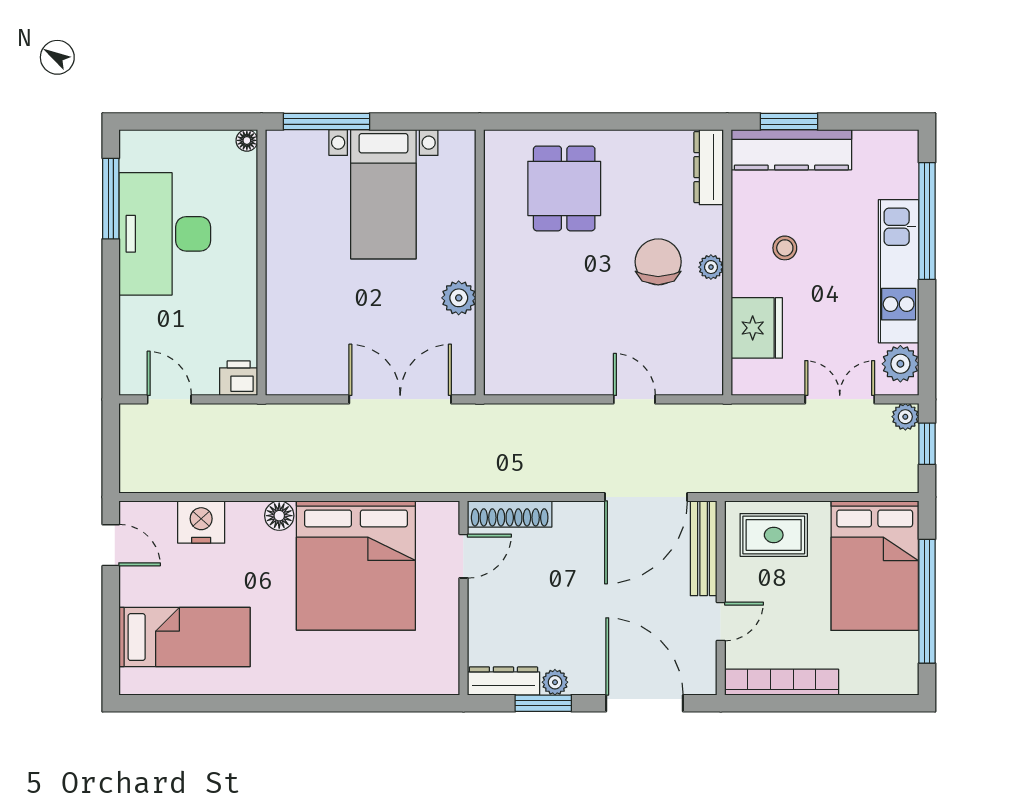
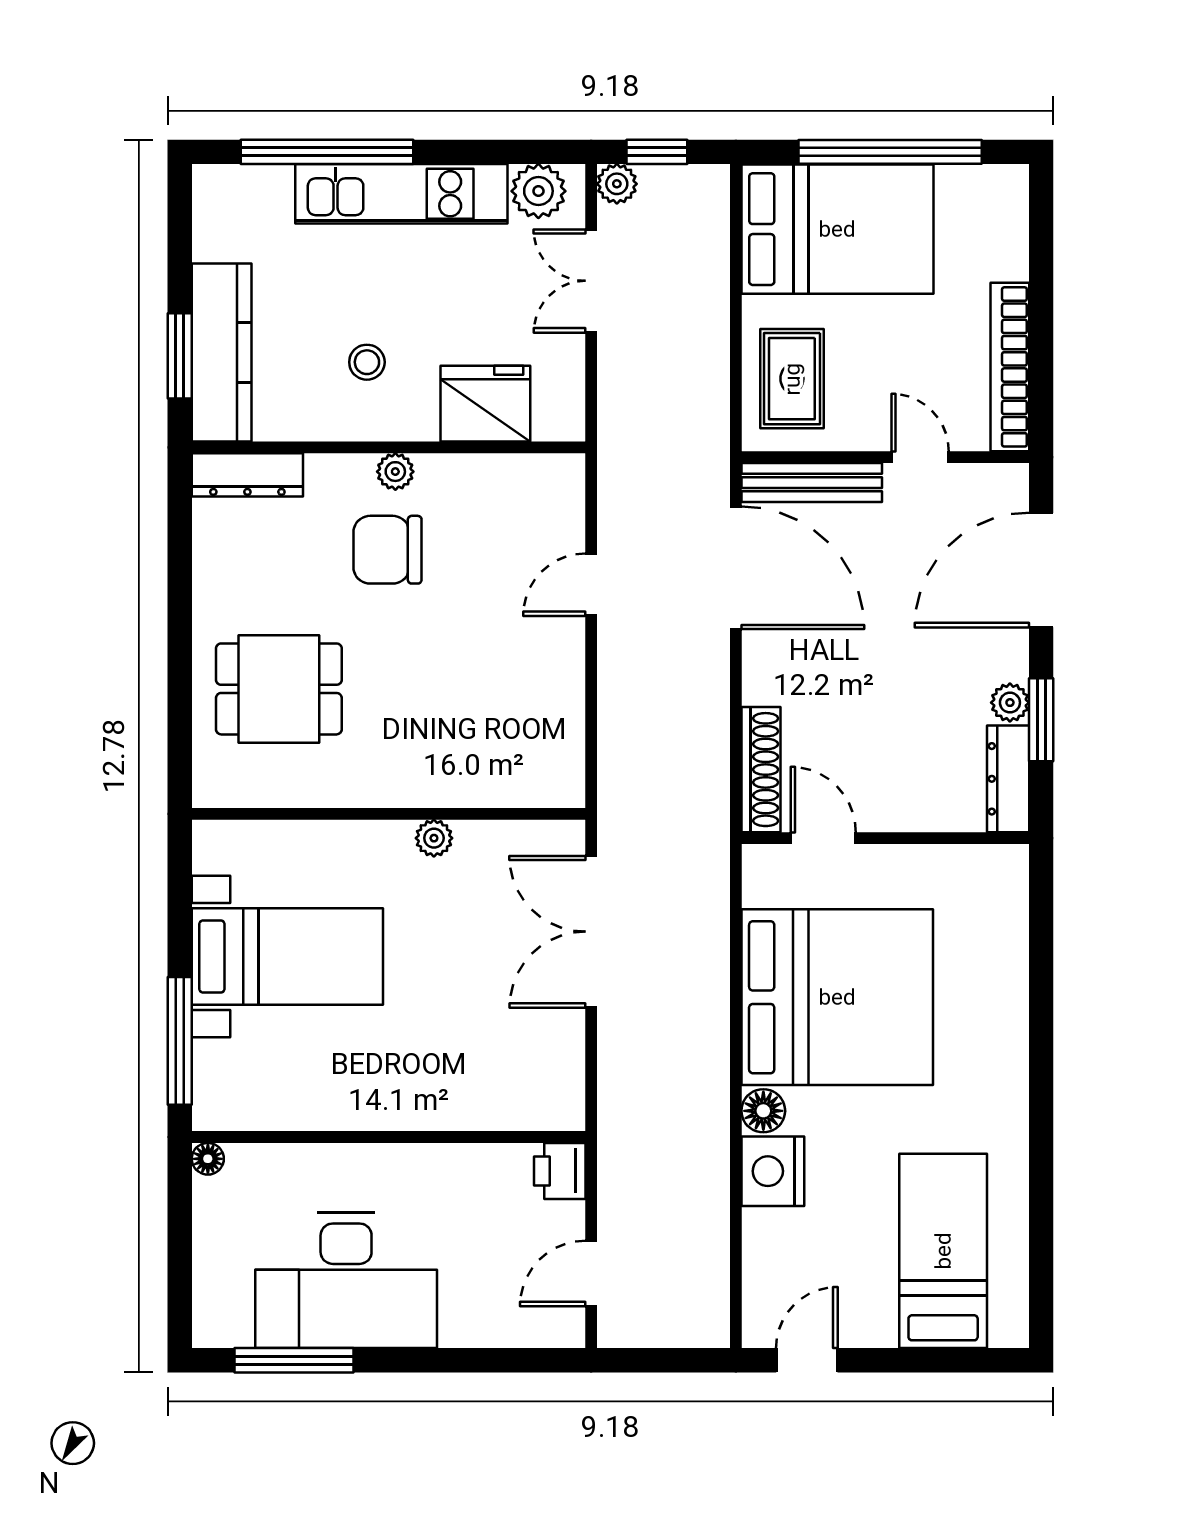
plant: (459, 298) -> (434, 838), width x0.73, depth x0.73
nightstand: (201, 522) -> (773, 1171), moved

